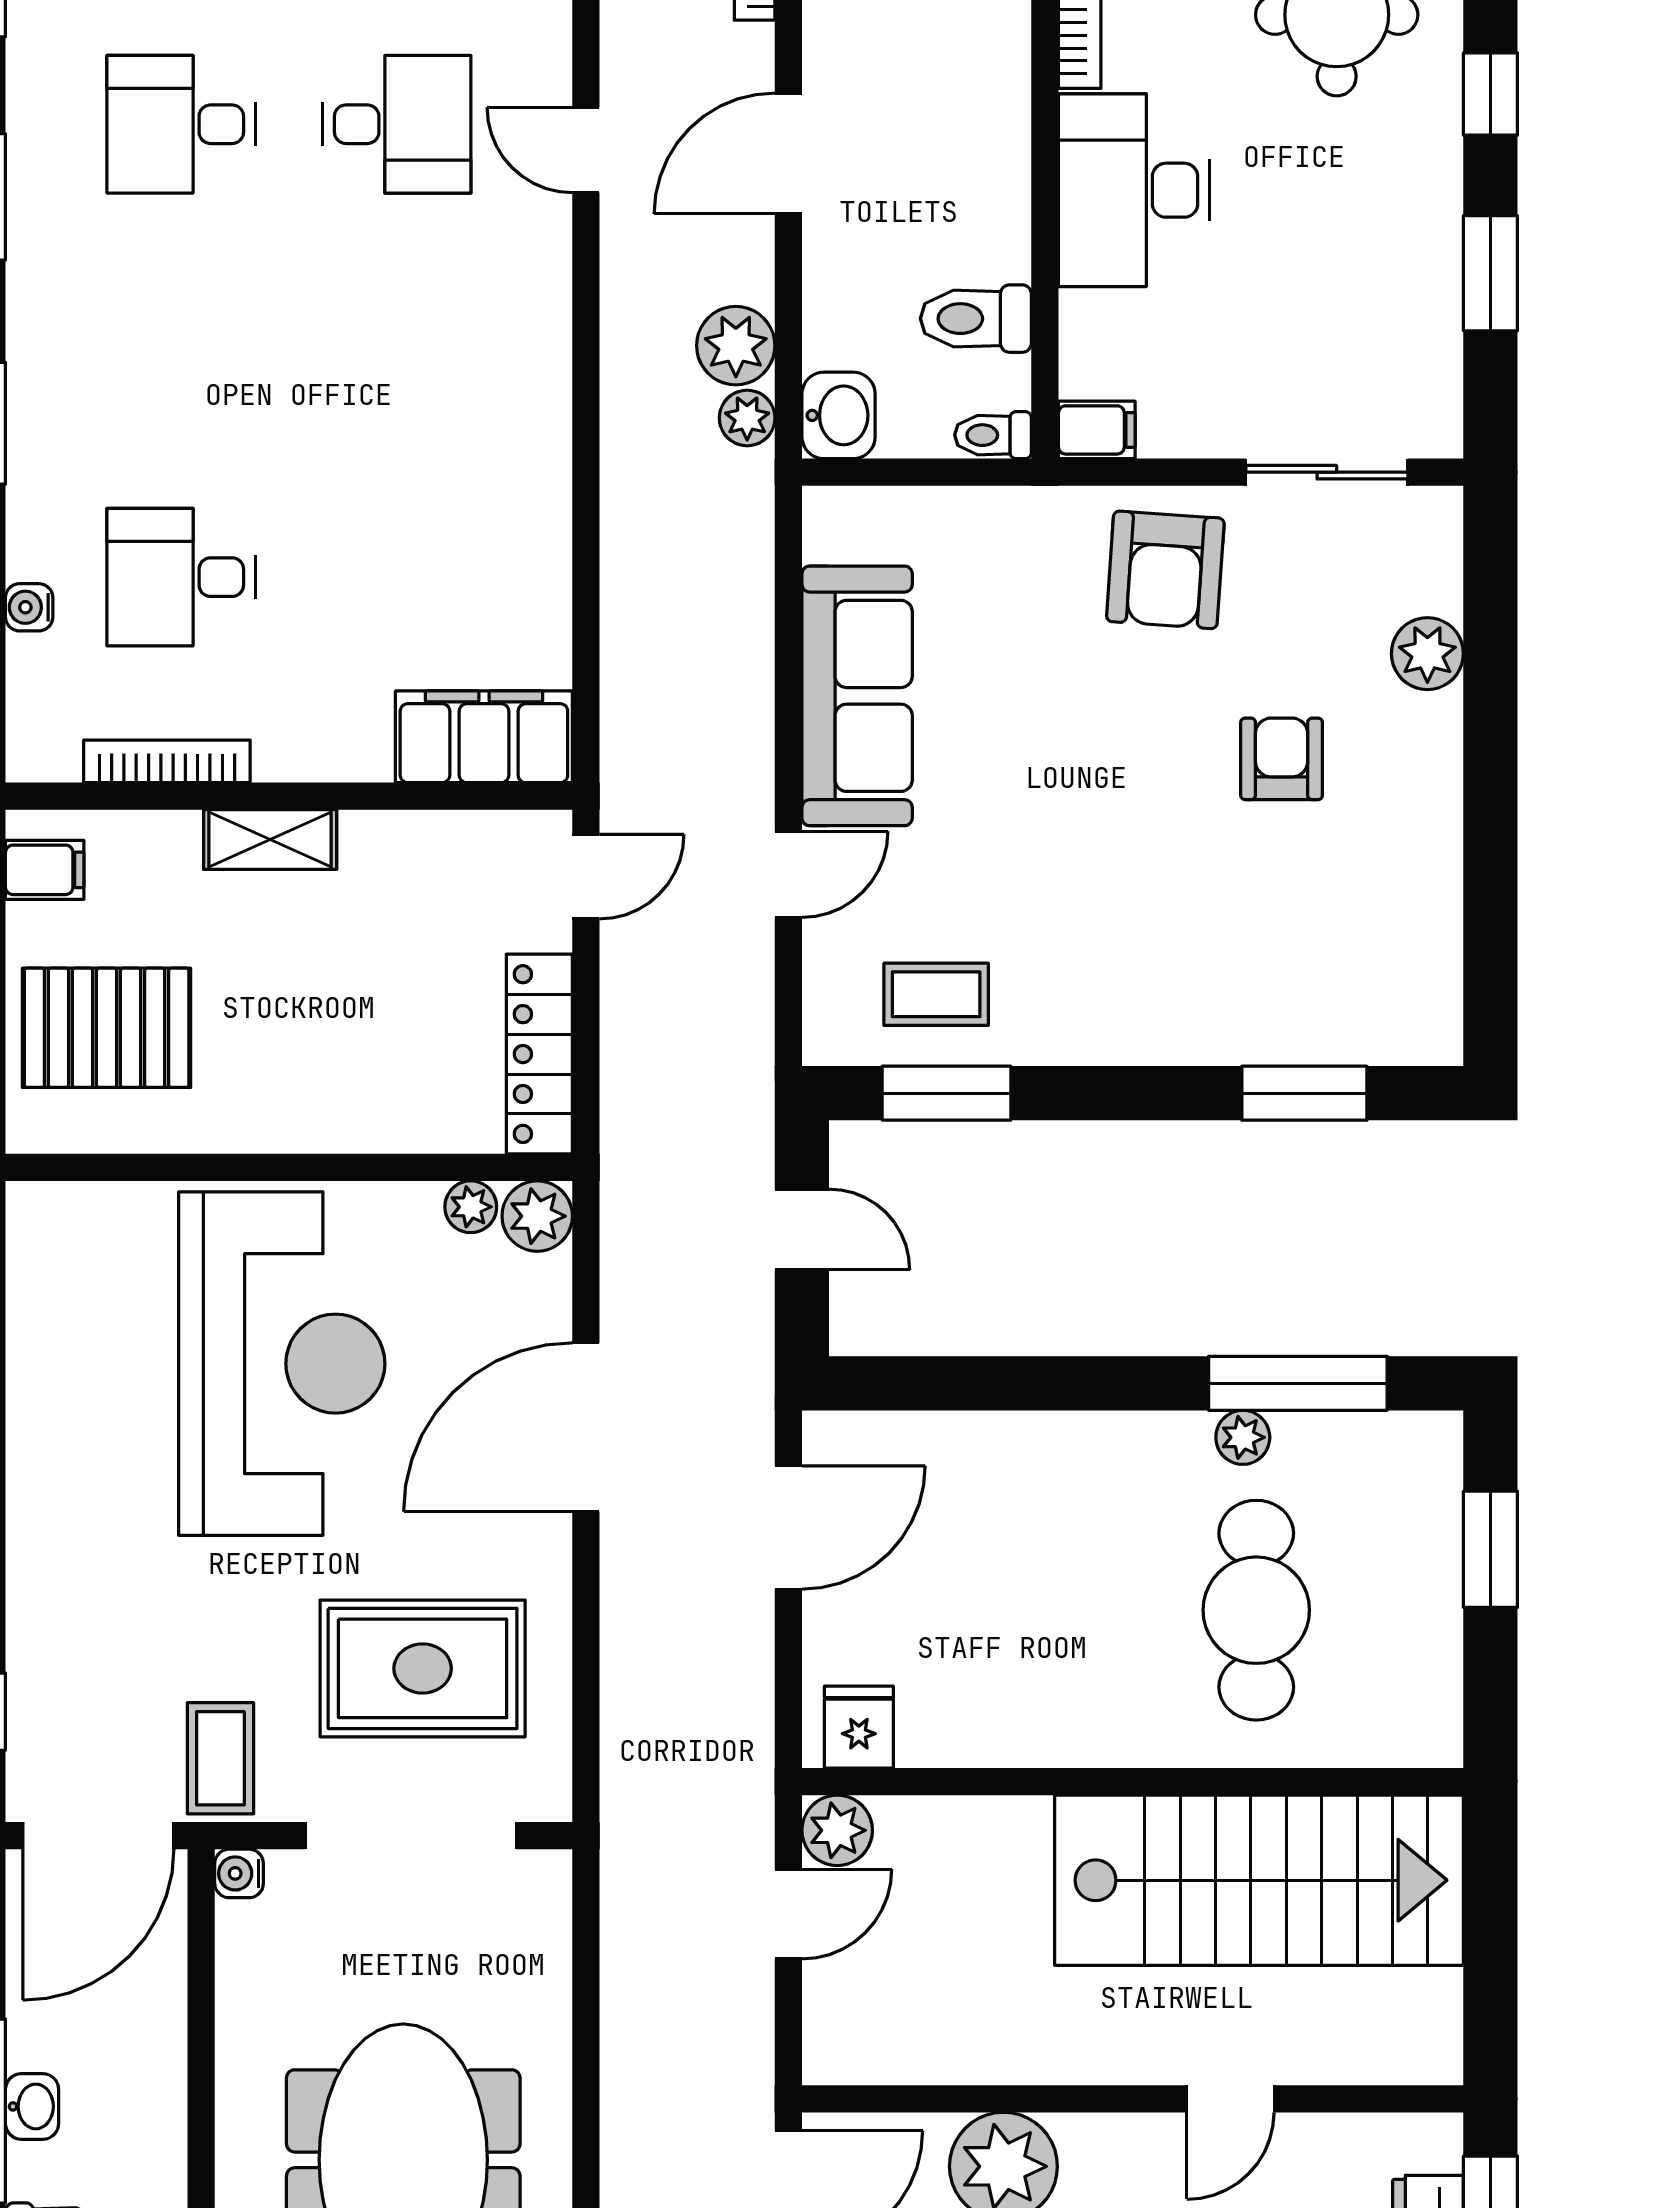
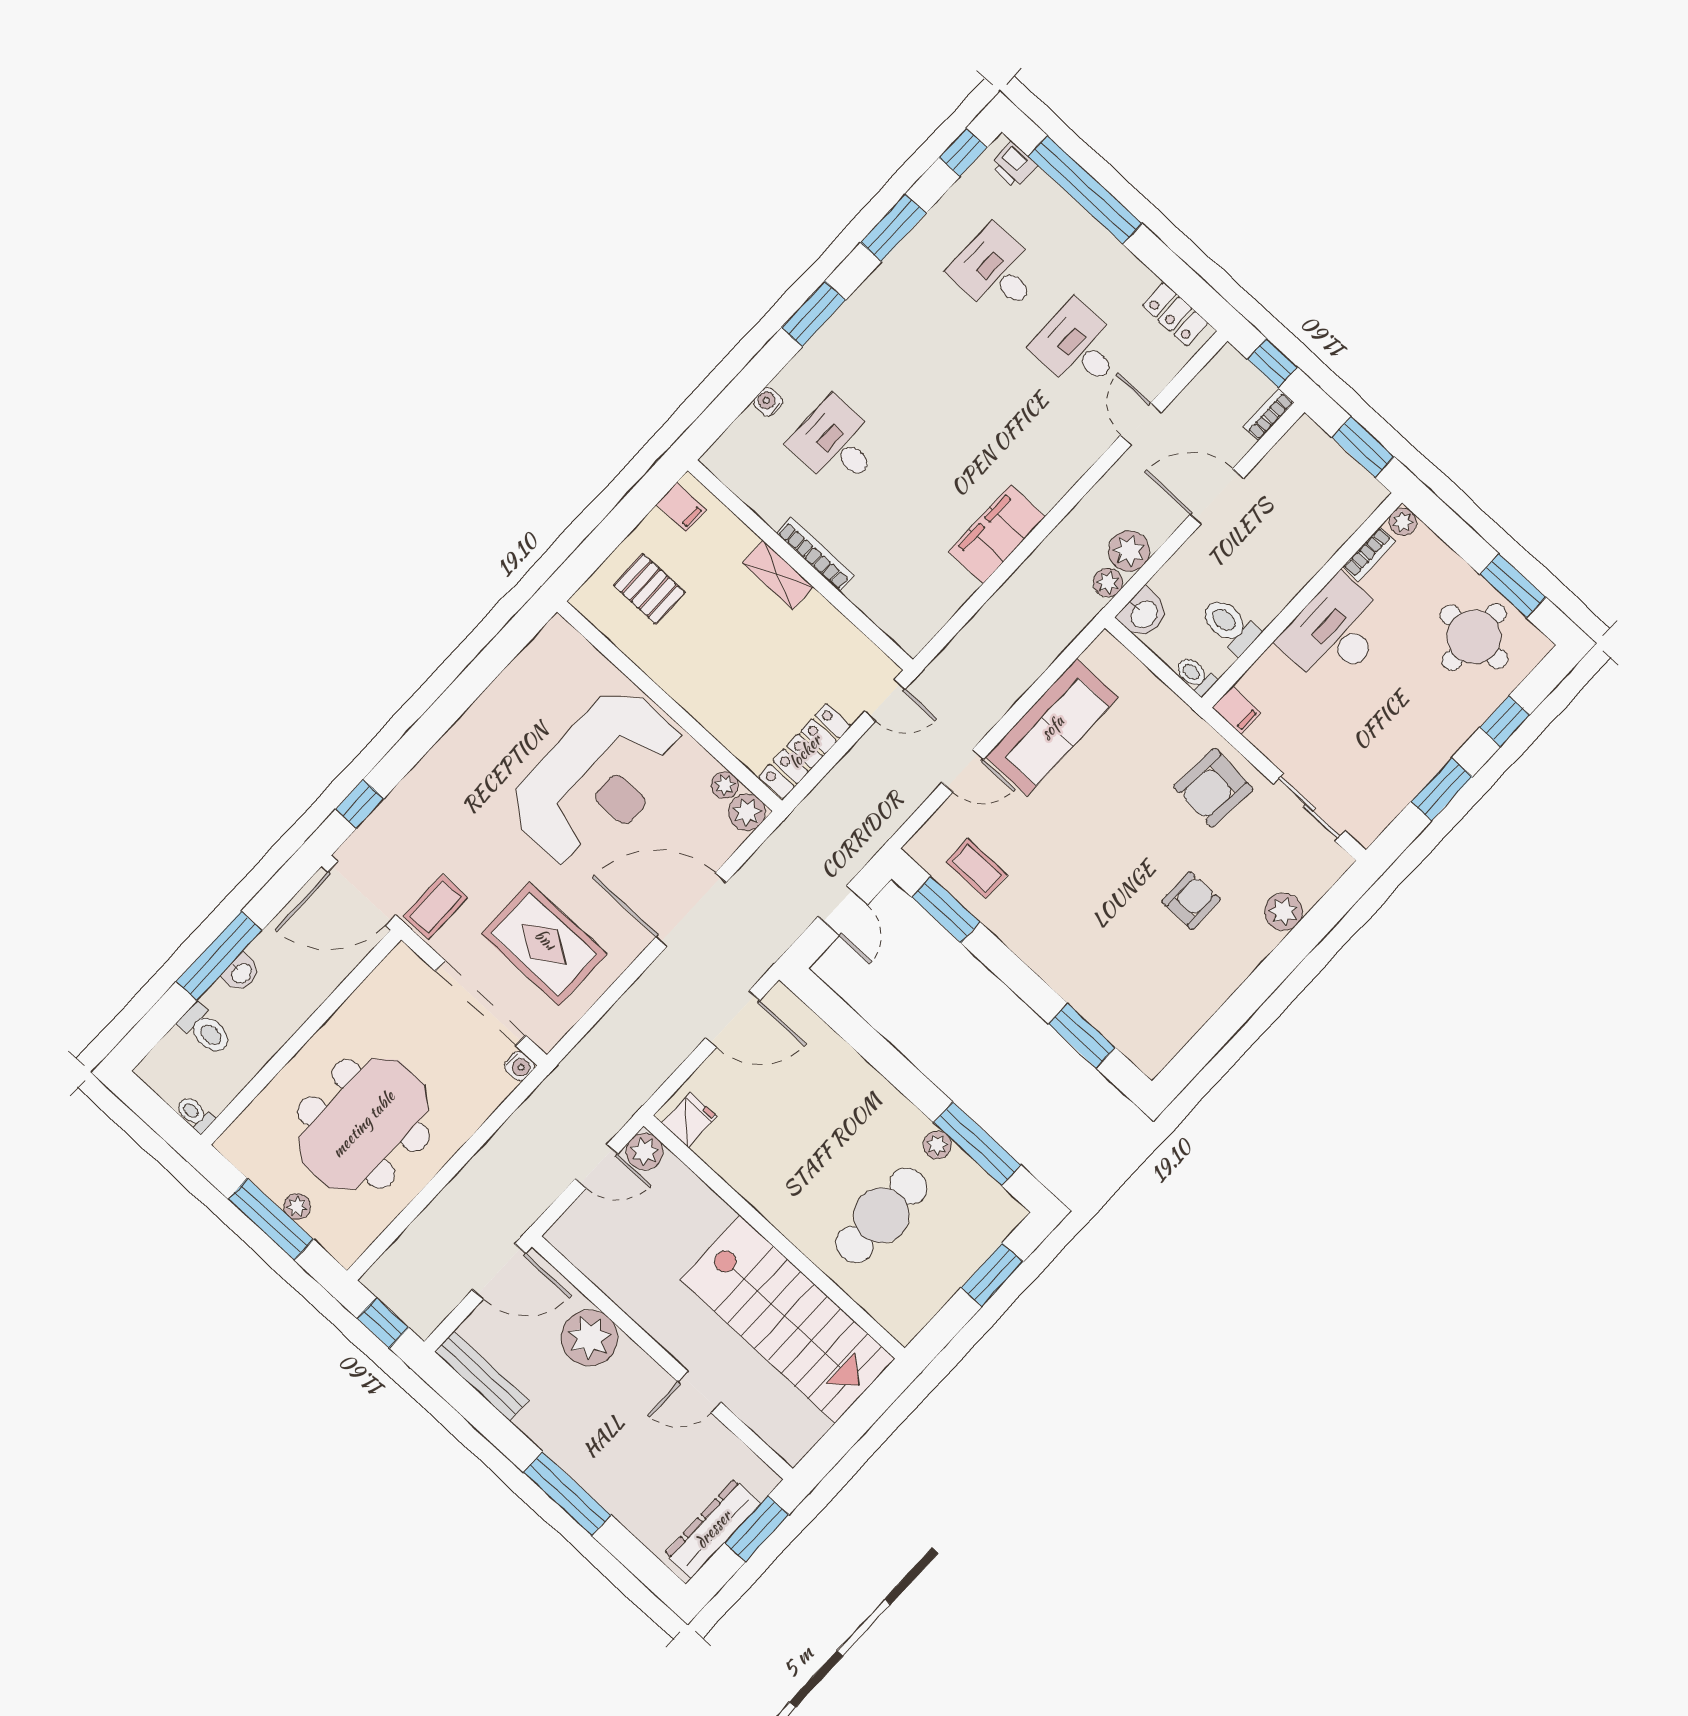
desk: (397, 124) -> (1078, 347), turned 180
filing cabinet: (484, 737) -> (997, 534), moved, turned -90
bookcase: (167, 761) -> (815, 554), moved
pallet: (107, 1028) -> (649, 589), width x0.67, depth x0.71
water cooler: (239, 1873) -> (519, 1066), moved, turned 180

